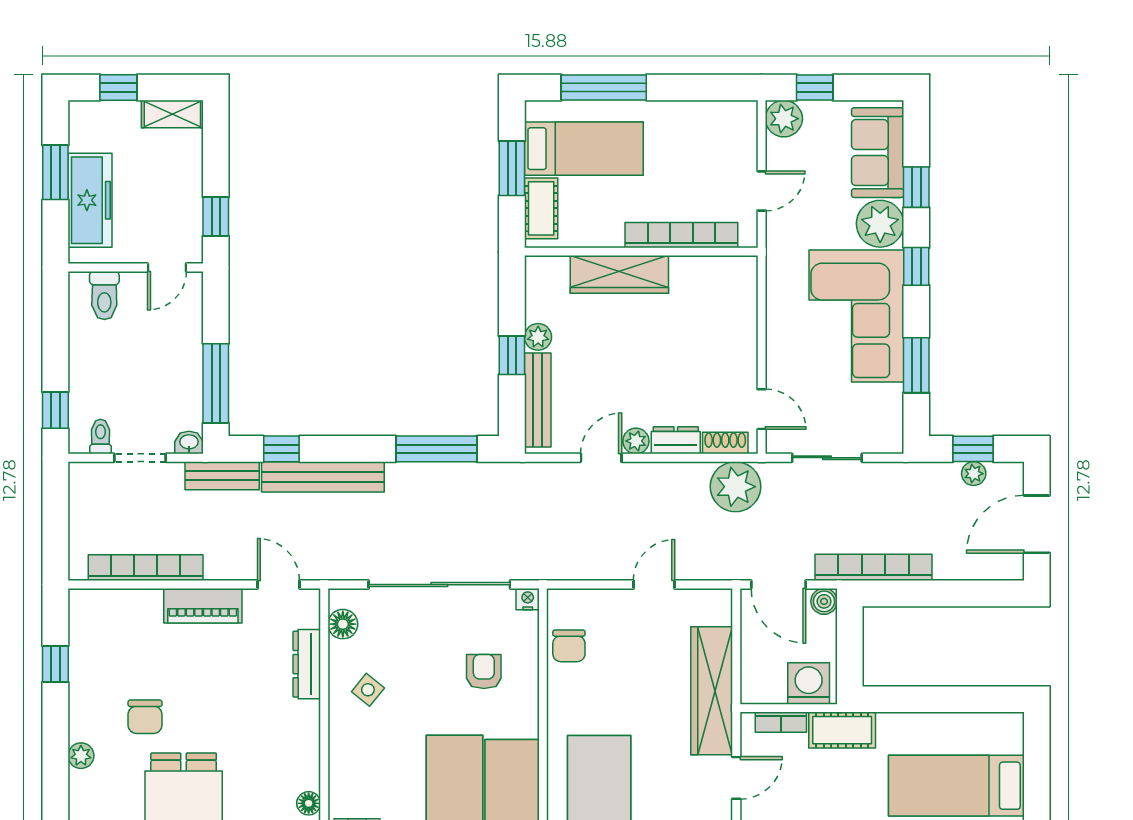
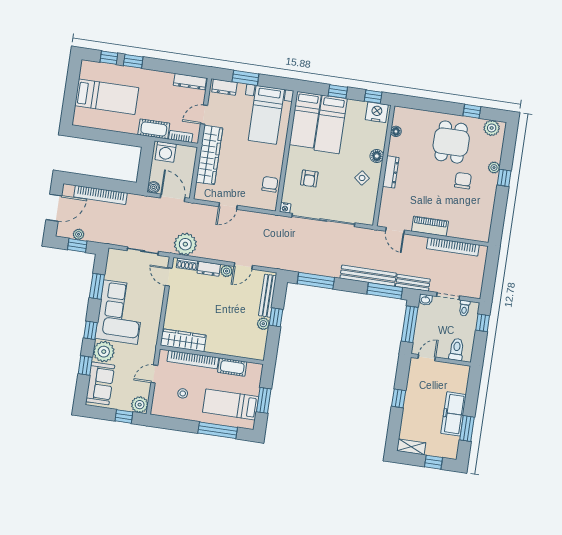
stool: (693, 157) -> (183, 393), added
cot: (541, 208) -> (232, 367), moved, turned 90
wall: (136, 268) -> (441, 360), moved
door: (167, 268) -> (427, 358), moved
wardrobe: (619, 274) -> (183, 340), moved
toilet: (104, 296) -> (457, 349), moved
window: (281, 449) -> (385, 291), width x2.17
bookcase: (874, 567) -> (100, 195), moved
floor lamp: (343, 624) -> (377, 156), moved
window: (55, 664) -> (504, 178), moved
dresser: (307, 664) -> (391, 172), moved

